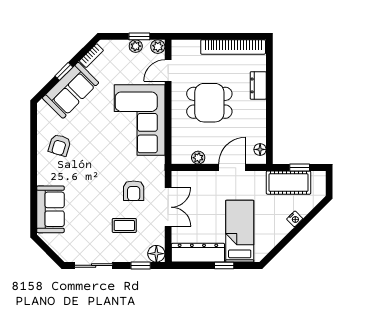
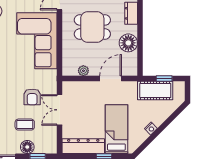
floor lamp: (260, 149) -> (128, 43), moved, width x1.89, depth x1.89
double door: (168, 207) -> (60, 110), swing flipped
nightstand: (295, 219) -> (151, 129), moved
floor lamp: (156, 254) -> (27, 147), moved

